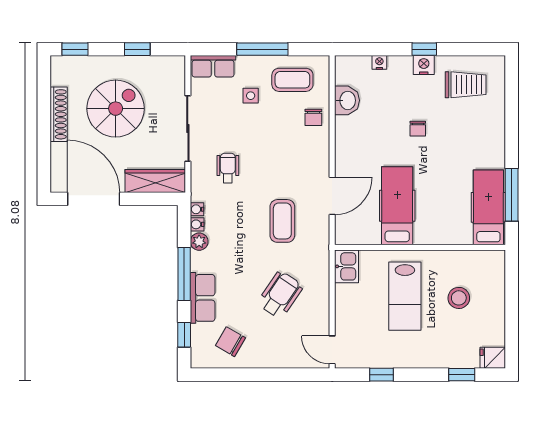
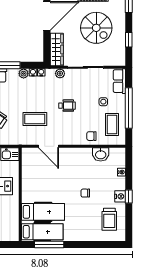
window: (262, 49) -> (129, 108), width x1.46
wheelchair: (228, 168) -> (67, 106), moved
plant: (199, 175) -> (60, 73), added
hospital bed: (397, 206) -> (43, 212), moved

